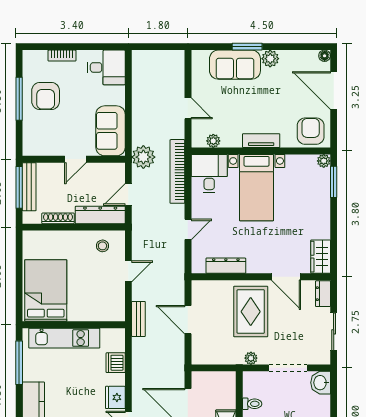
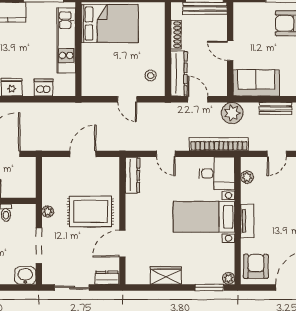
armchair: (311, 131) -> (256, 266), turned -90
wardrobe: (321, 257) -> (166, 275), moved
dresser: (226, 266) -> (132, 175), moved
bench: (138, 319) -> (275, 108), moved

